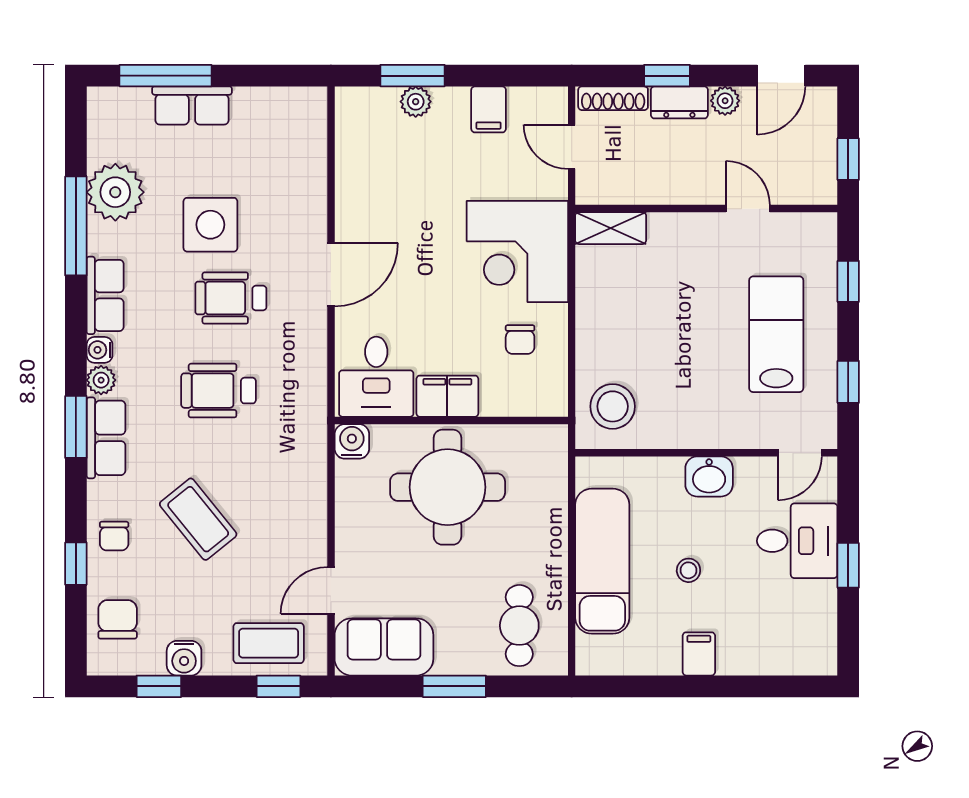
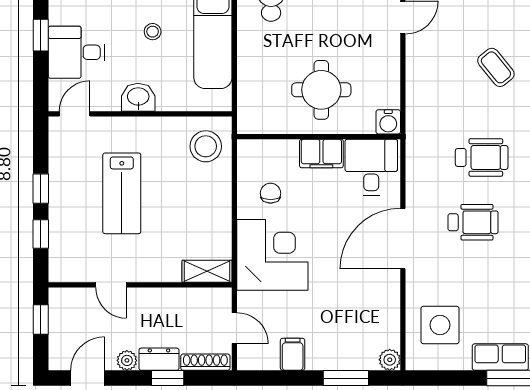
plant: (416, 102) -> (390, 360), moved
side table: (210, 225) -> (440, 325), moved
door: (331, 275) -> (403, 239), width x1.36
lab bench: (776, 334) -> (122, 193), moved
window: (848, 382) -> (41, 189), moved
round table: (448, 487) -> (321, 90), width x0.73, depth x0.73
coffee table: (198, 519) -> (496, 67), width x0.73, depth x0.77

